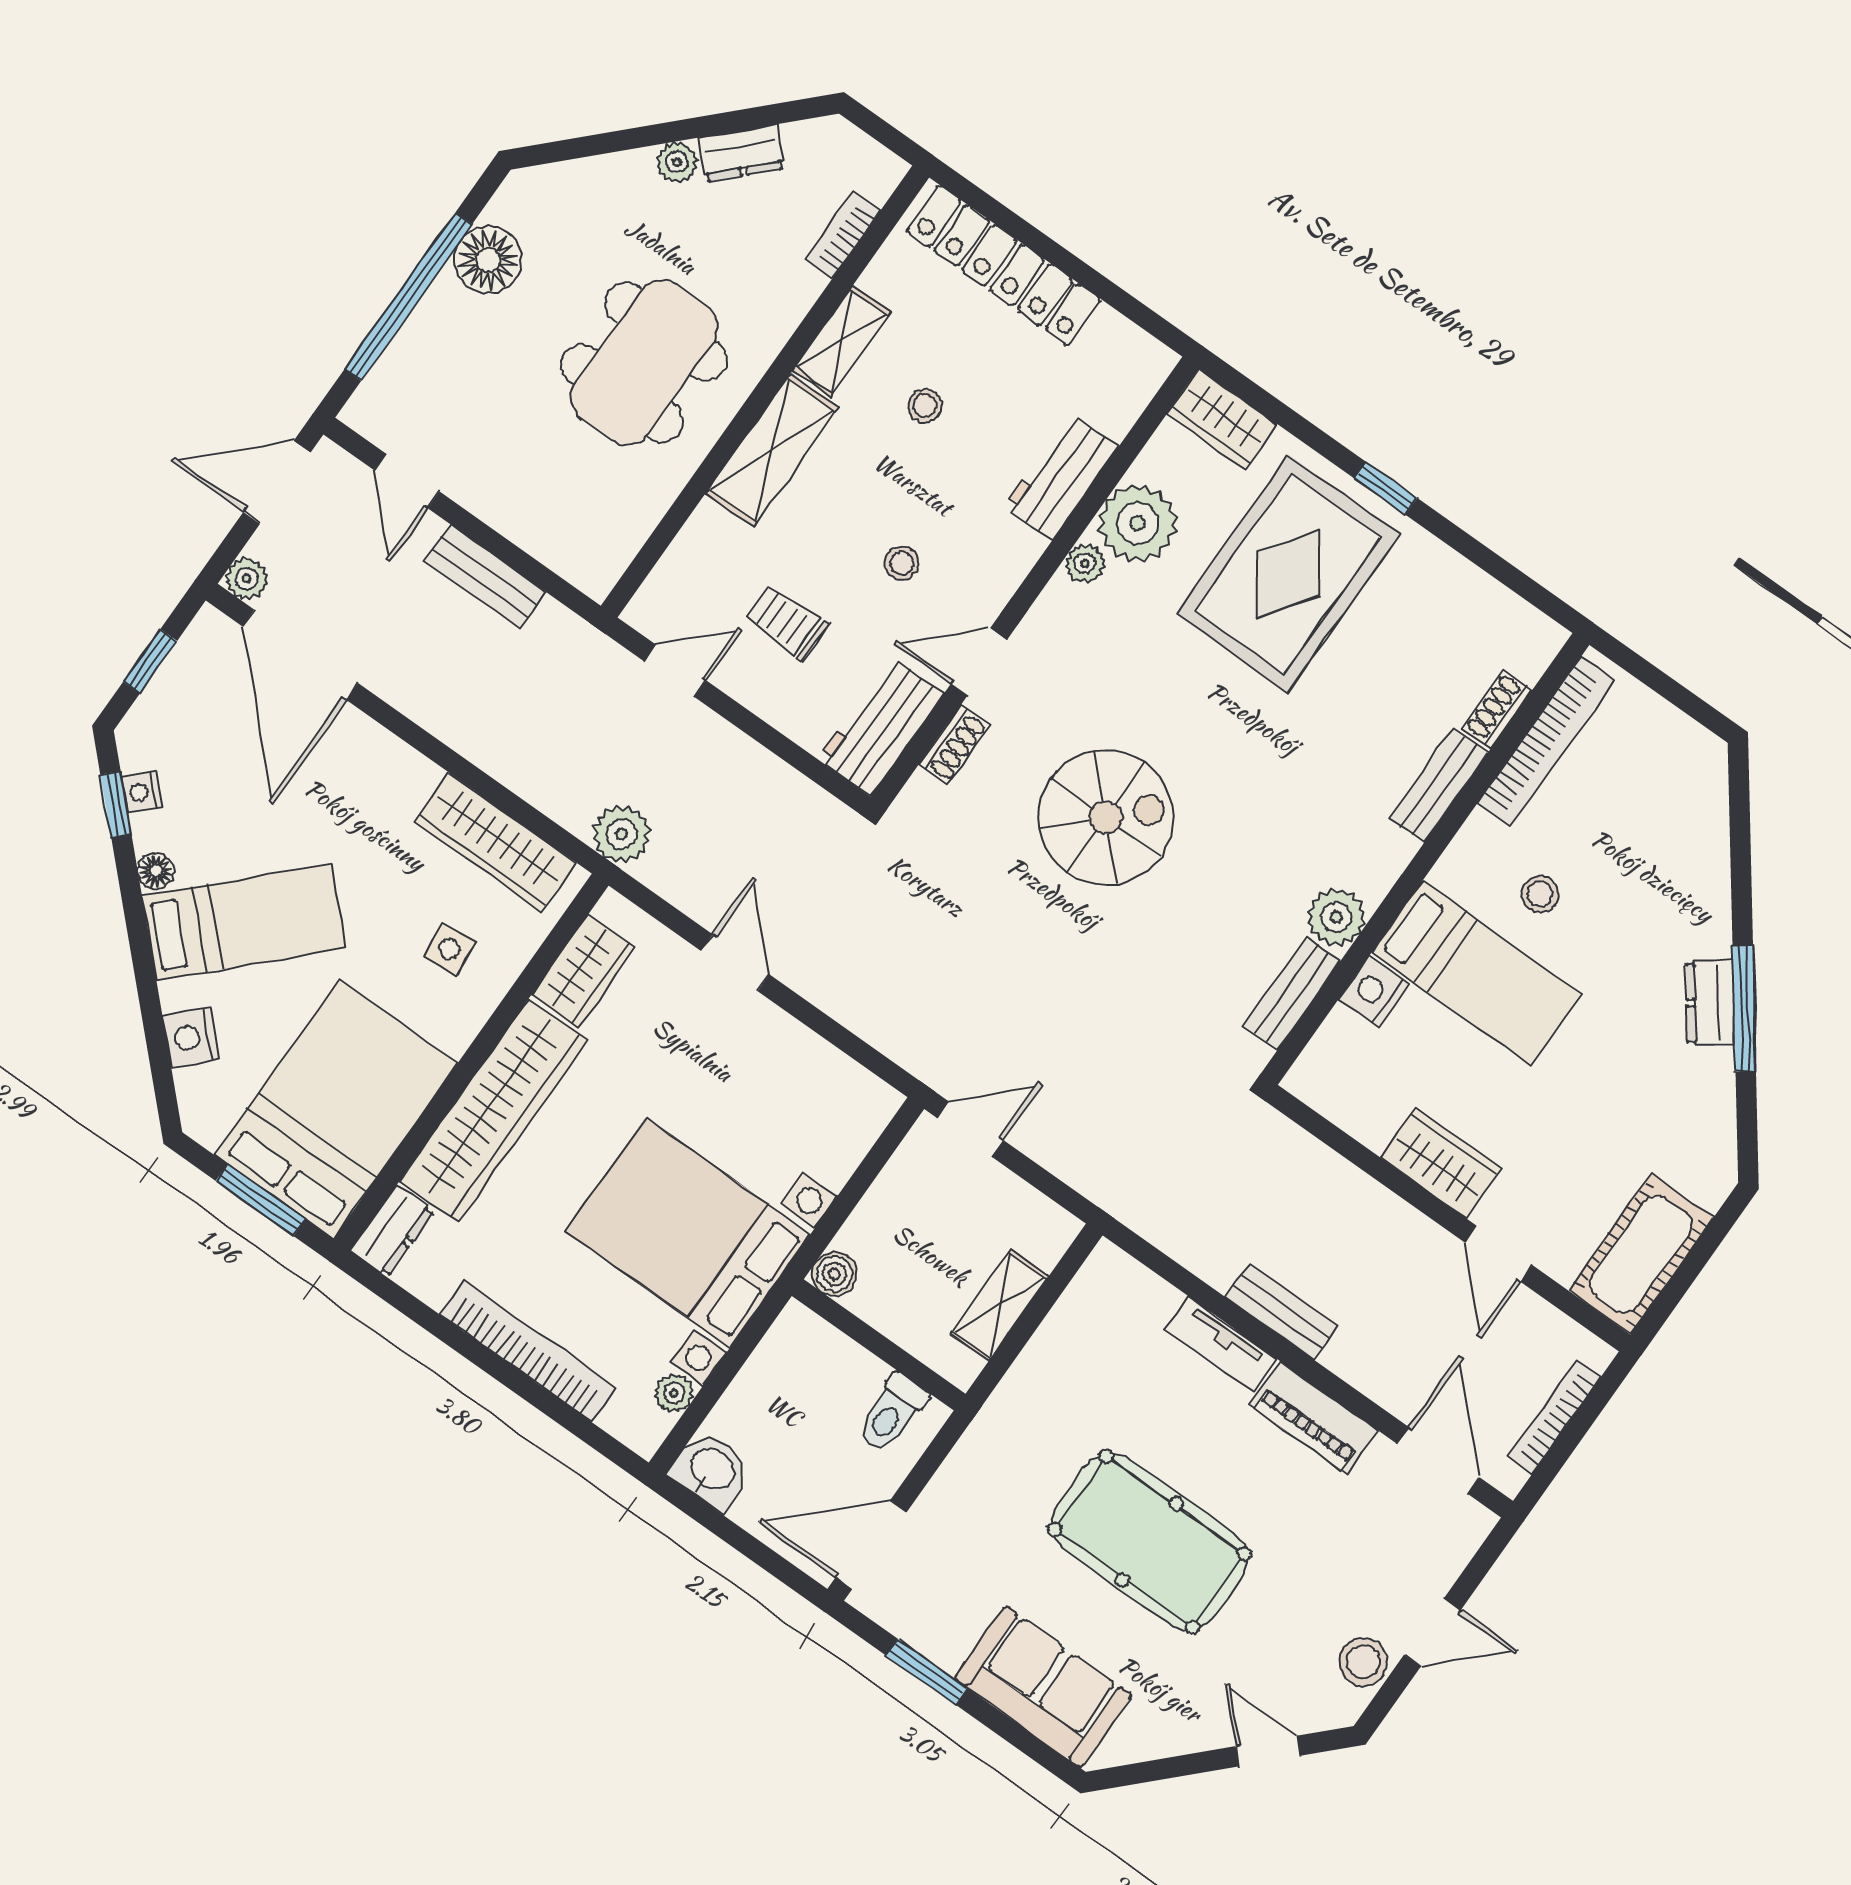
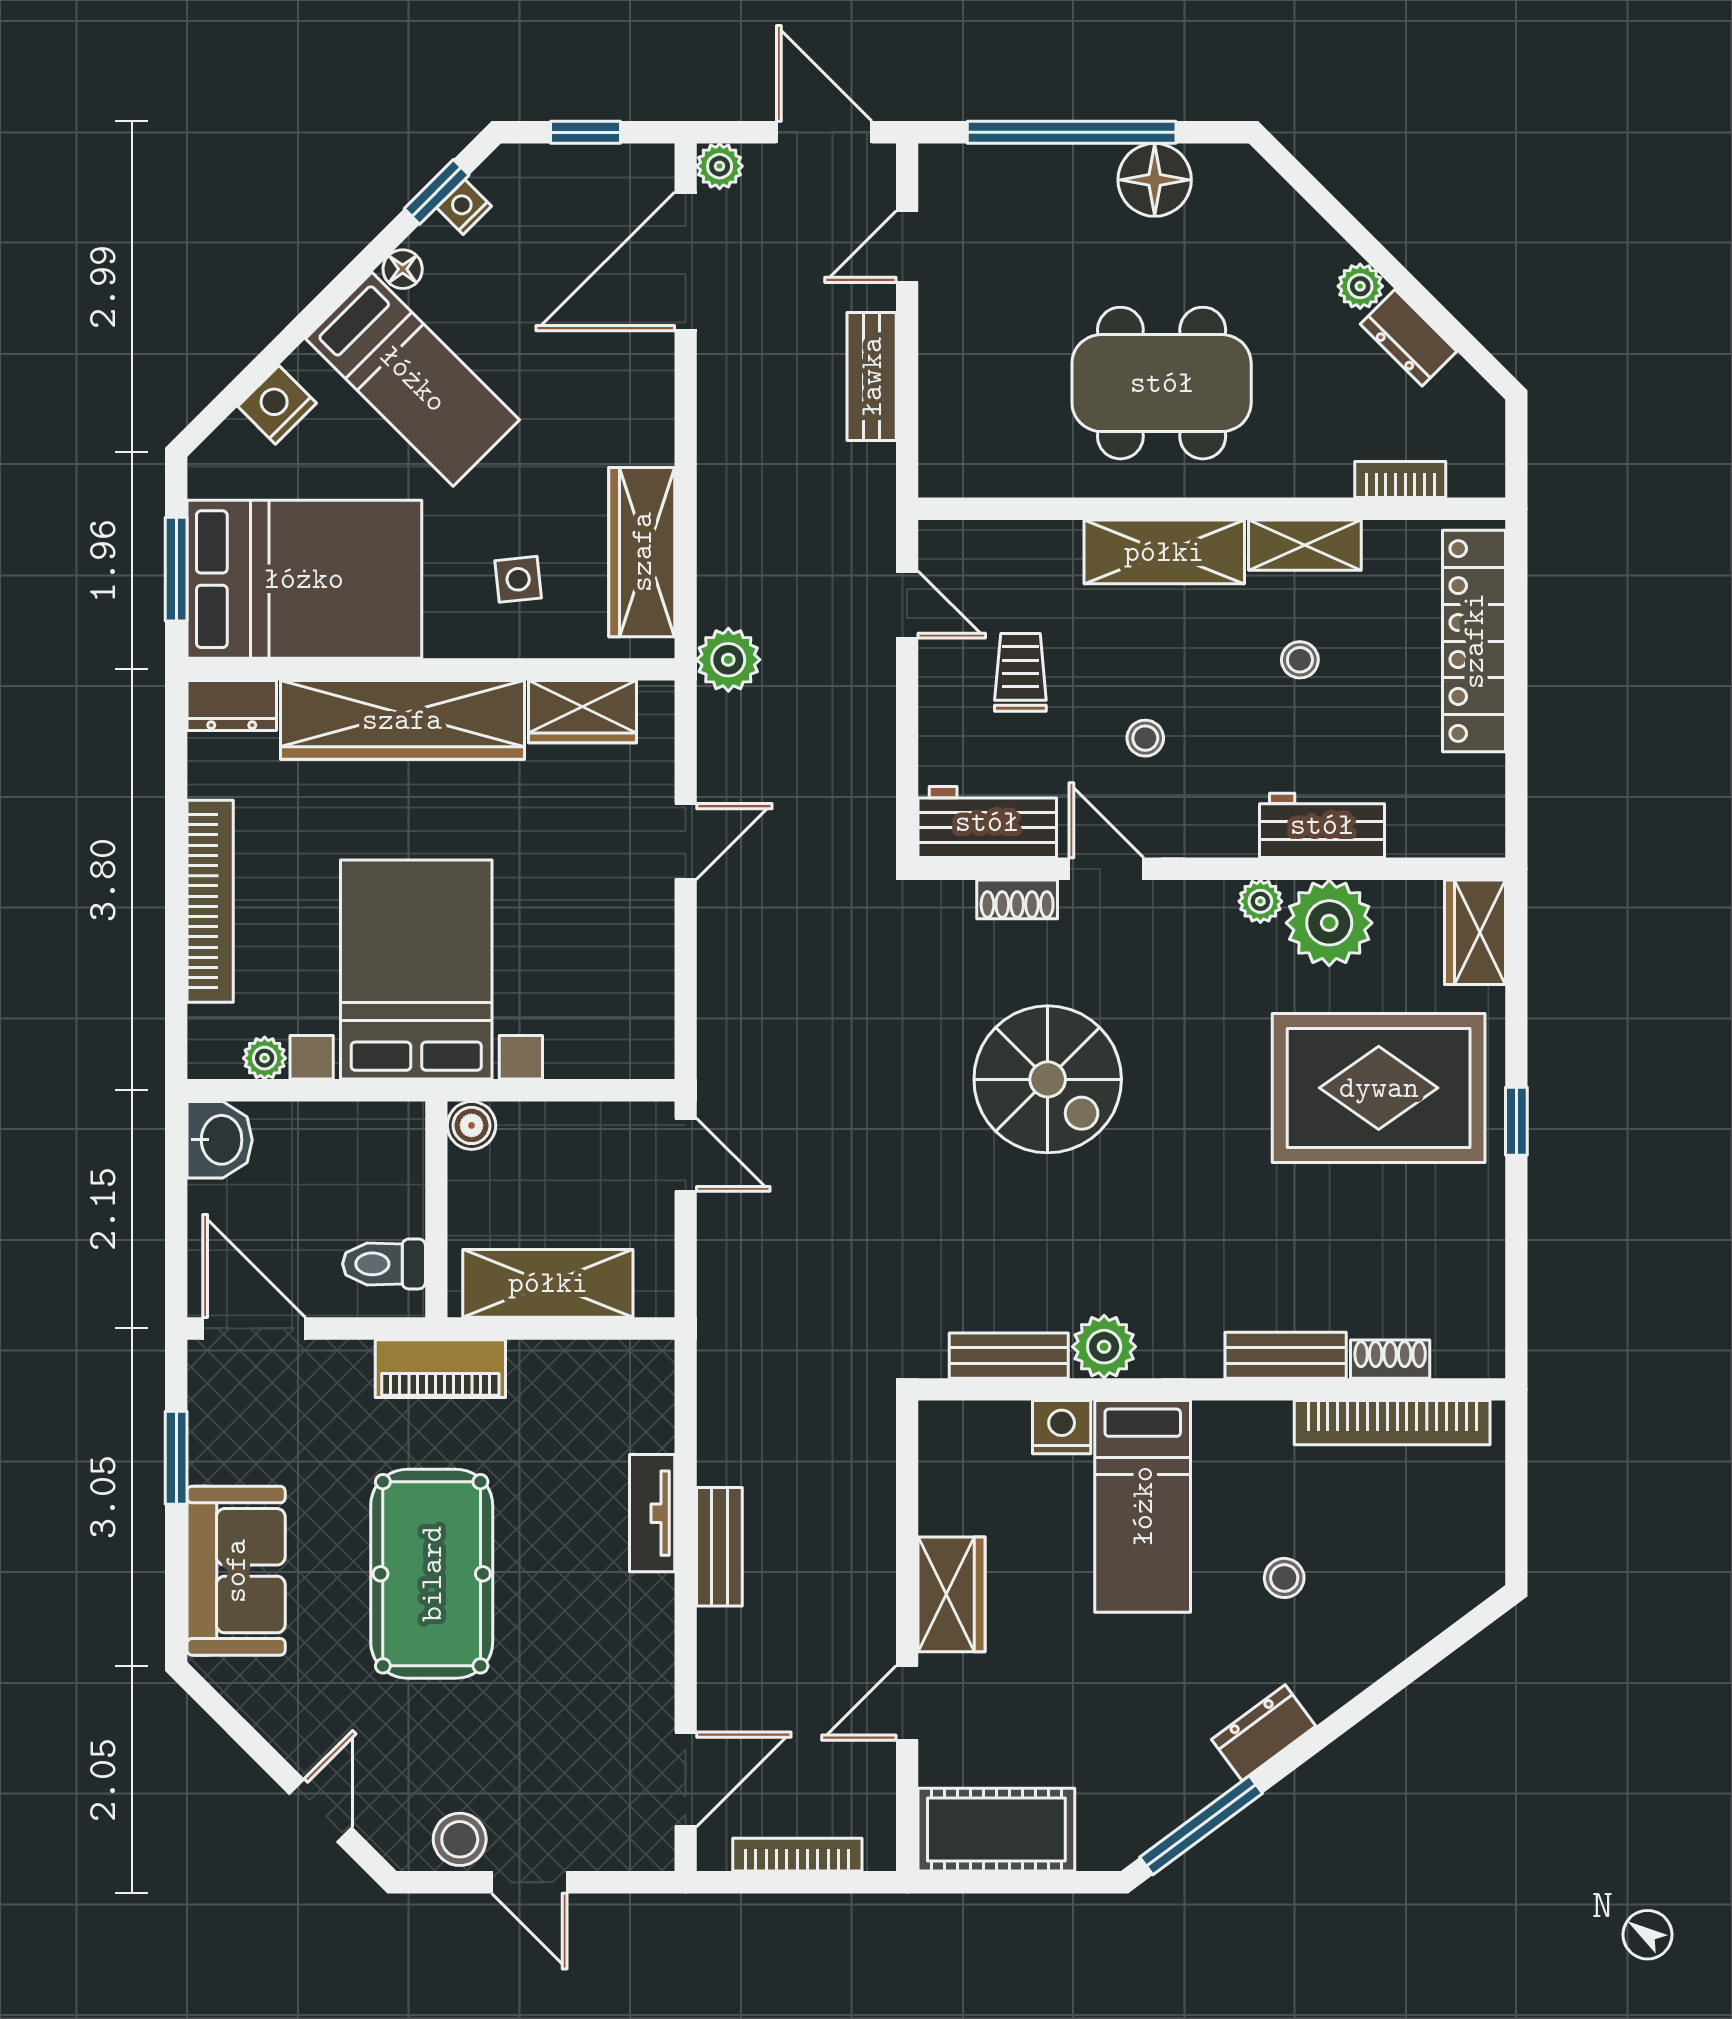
stool: (1540, 894) -> (1284, 1578), moved
window: (1744, 1009) -> (1201, 1825), moved
shelving: (1000, 1305) -> (548, 1283), width x1.50, depth x1.33
piano: (1314, 1417) -> (440, 1369), moved, turned -90

